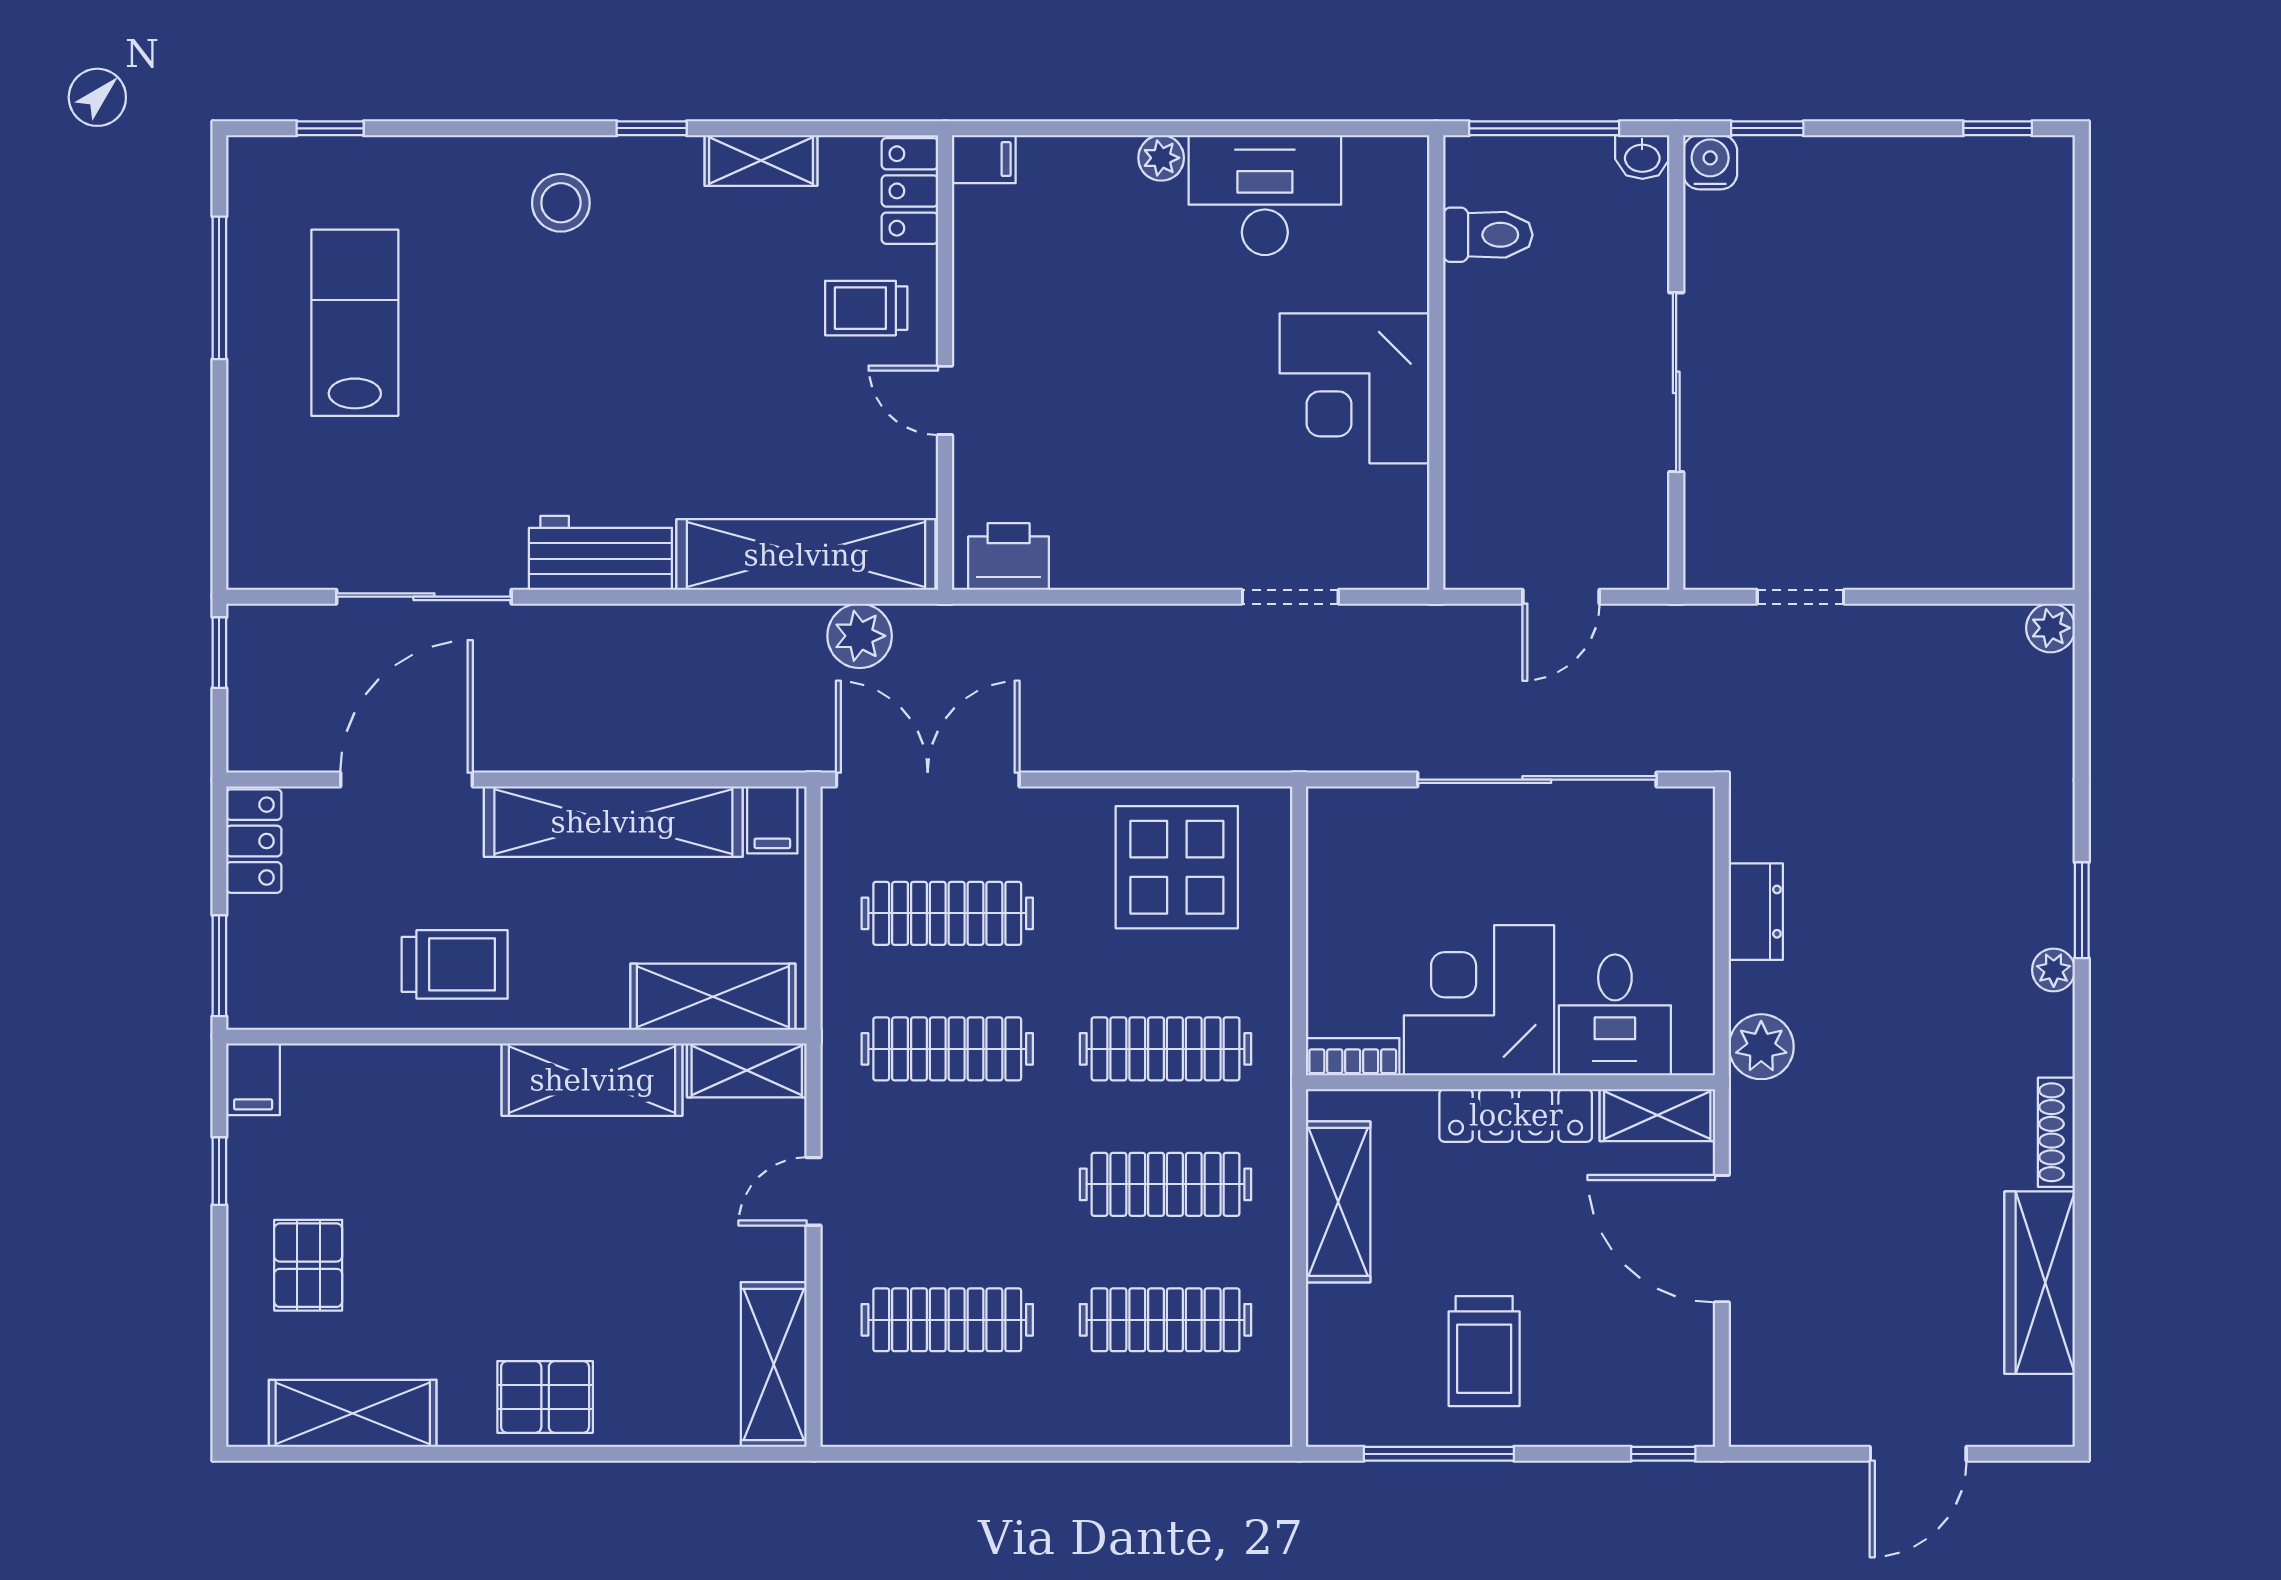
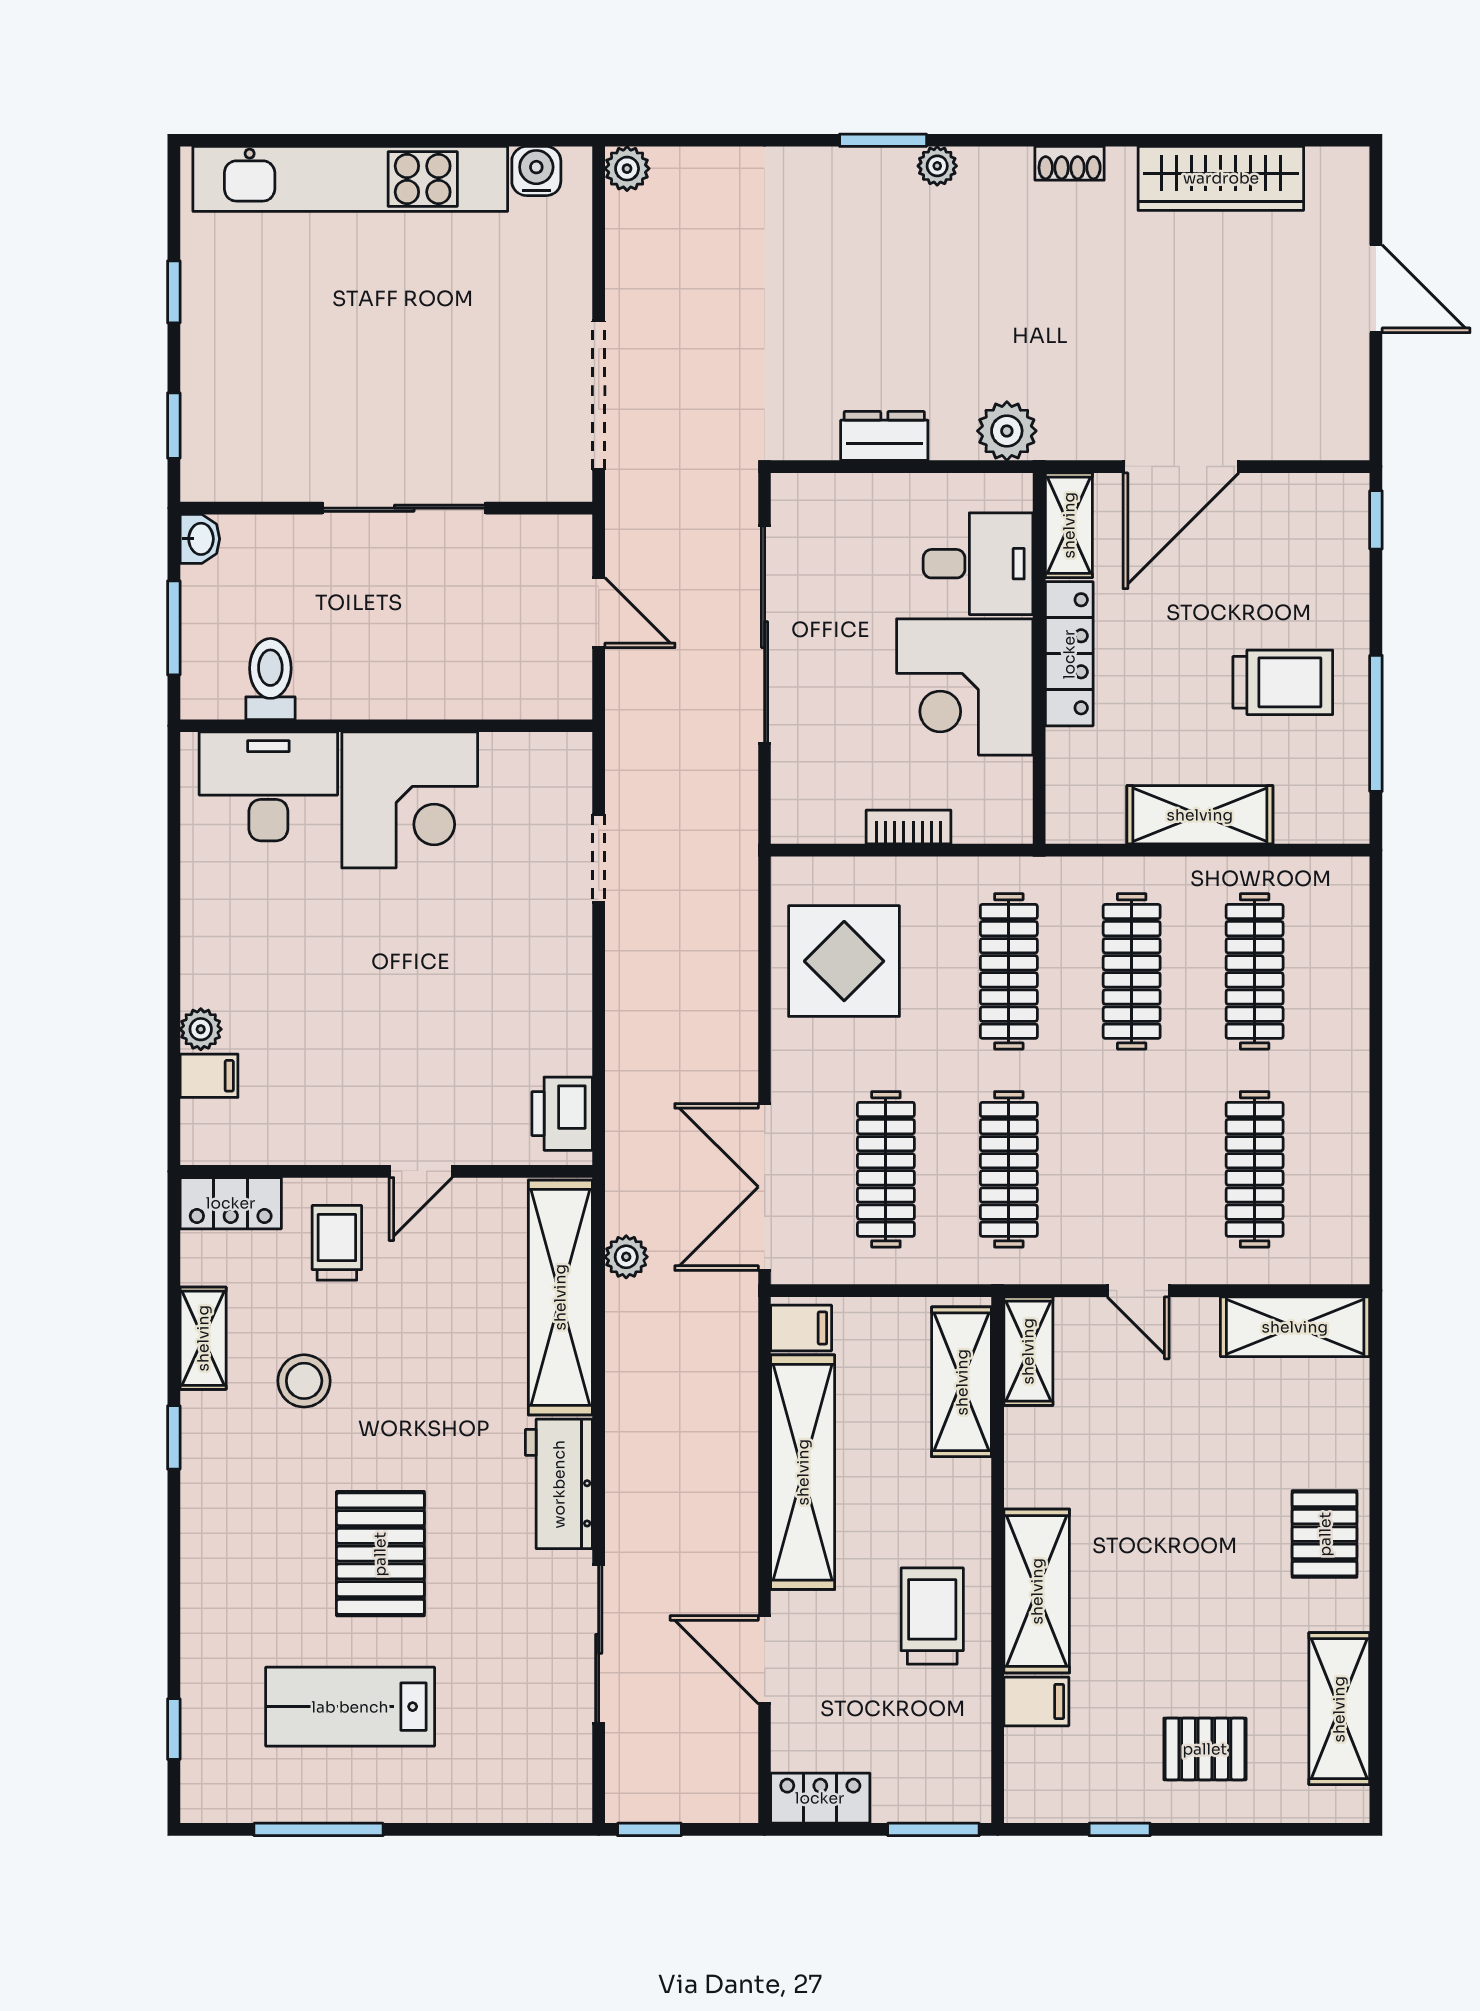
window: (1544, 128) -> (174, 628), width x0.69
window: (1998, 128) -> (174, 292), moved
plant: (1161, 158) -> (201, 1029), moved
filing cabinet: (984, 159) -> (209, 1076), moved, turned 90
water cooler: (1710, 162) -> (536, 171), moved, turned 90
desk: (1265, 195) -> (268, 786), moved, turned 90
stool: (561, 203) -> (304, 1381), moved
trolley: (866, 308) -> (337, 1243), turned 180
kitchen unit: (2039, 323) -> (350, 179), added
pallet: (524, 356) -> (380, 1554), added
doorway: (1801, 597) -> (599, 395), width x1.88
plant: (860, 636) -> (626, 1257), width x0.73, depth x0.73
door: (406, 780) -> (765, 1660), width x0.73
bookcase: (1353, 1057) -> (908, 827), moved, turned 90
filing cabinet: (253, 1079) -> (1036, 1701), moved
shelving: (592, 1080) -> (1037, 1591), moved
shoe rack: (2056, 1132) -> (1070, 163), width x0.70
shelving: (1338, 1202) -> (1200, 815), moved

